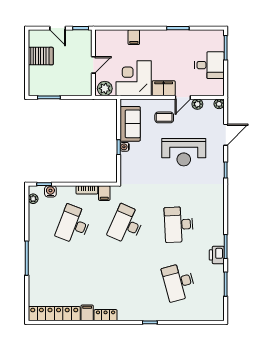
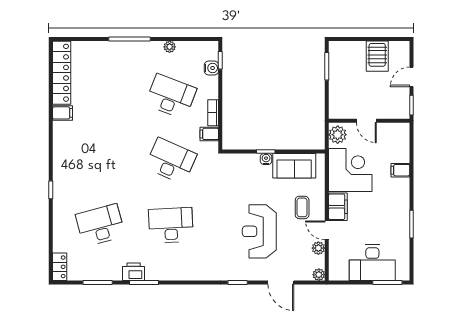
desk: (209, 65) -> (372, 263), width x1.37
plant: (33, 199) -> (170, 47), moved
locker: (106, 315) -> (60, 267), moved

